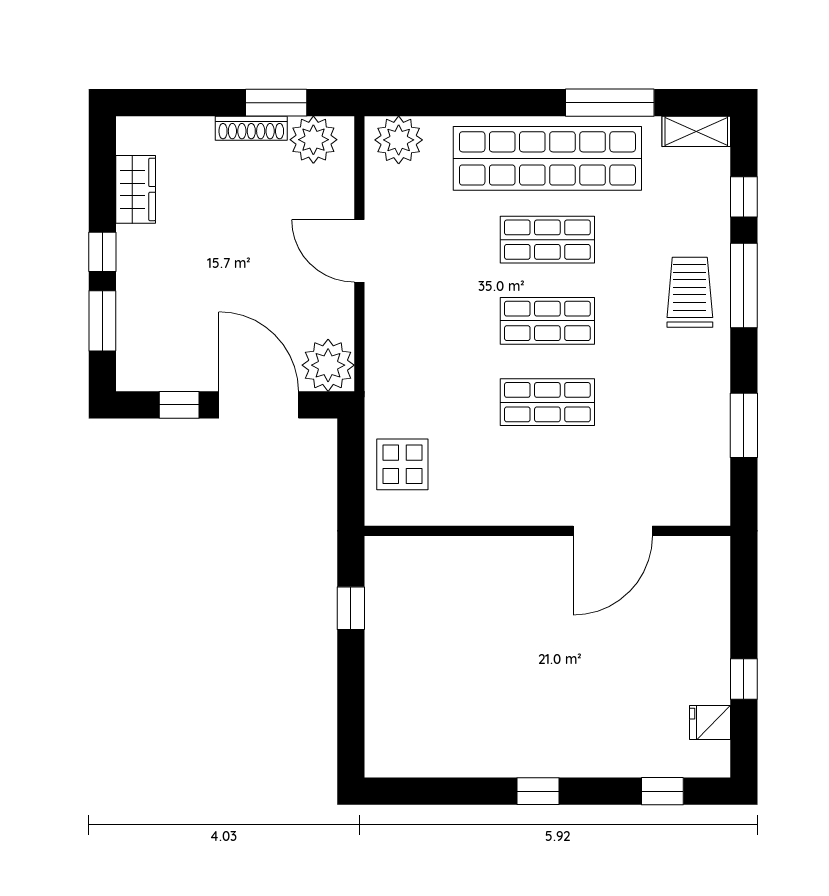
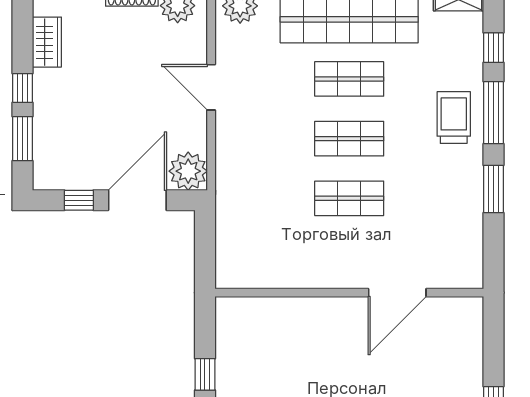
door: (259, 405) -> (137, 200), hinge flipped
window: (744, 425) -> (493, 189), moved
display table: (402, 464) -> (243, 244), removed
window: (351, 608) -> (205, 374), moved

